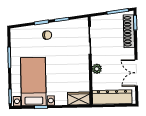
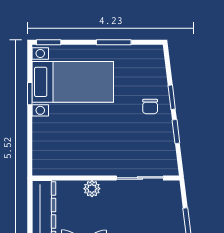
wardrobe: (79, 98) -> (43, 157), removed

